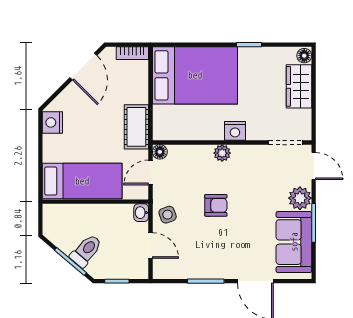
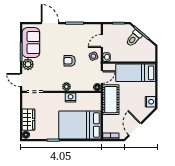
cot: (136, 127) -> (111, 100), width x1.37, depth x1.34
nightstand: (235, 131) -> (71, 98), moved
door: (150, 245) -> (102, 41), hinge flipped

